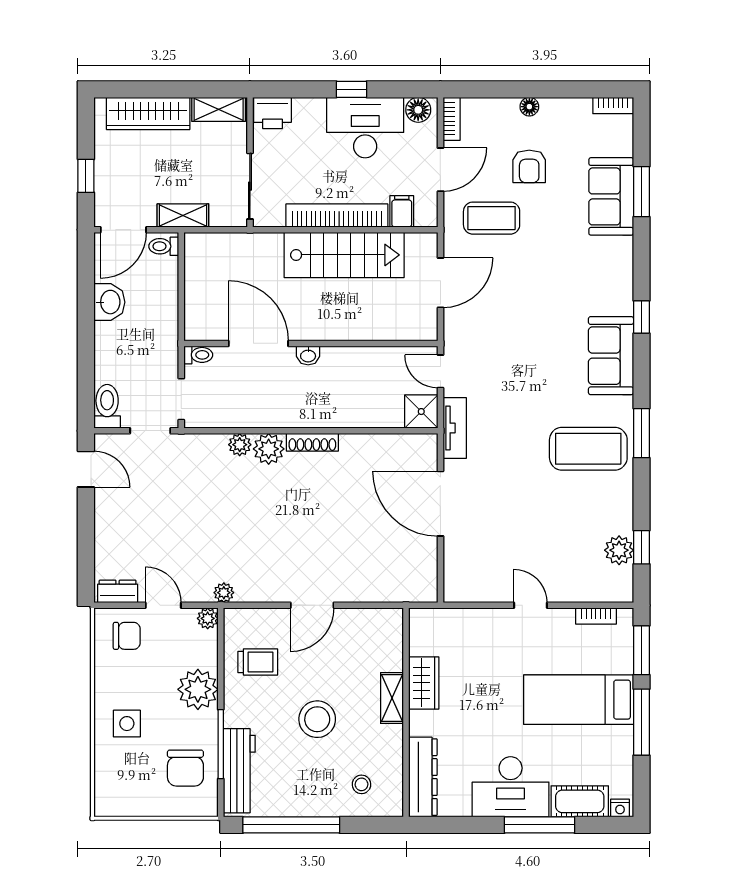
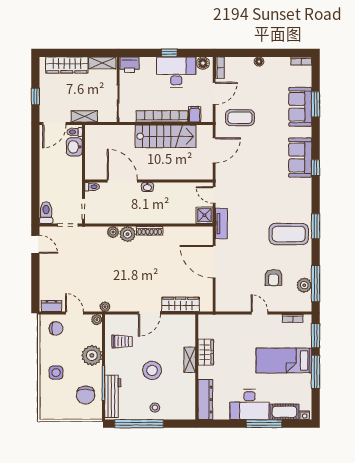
armchair: (529, 166) -> (274, 277), moved
washbasin: (109, 302) -> (74, 147), moved, turned 180
sofa: (611, 356) -> (300, 158), moved
window: (642, 547) -> (316, 284), width x2.17
wardrobe: (374, 588) -> (181, 304), added
stool: (362, 784) -> (155, 408), moved

